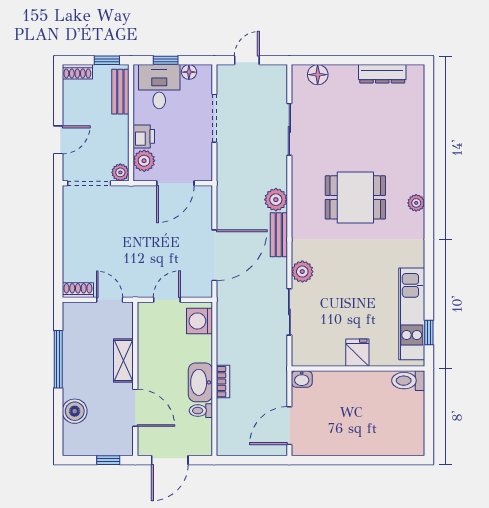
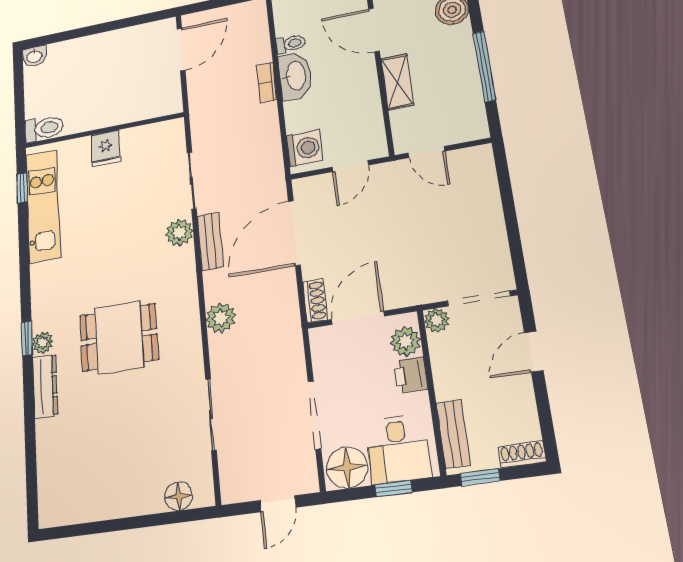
floor lamp: (189, 72) -> (347, 467), width x1.89, depth x1.89
dresser: (382, 74) -> (45, 386), moved, turned 90
window: (429, 208) -> (27, 338), added
bench: (279, 235) -> (210, 242), moved
shoe rack: (78, 290) -> (315, 301), moved, turned -90
washbasin: (302, 379) -> (34, 56), moved, turned 180

